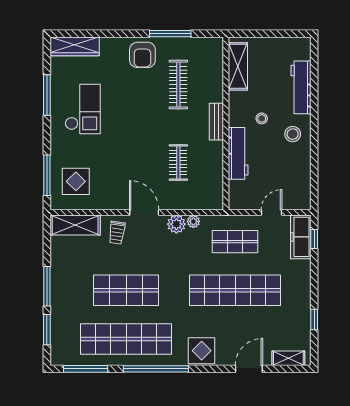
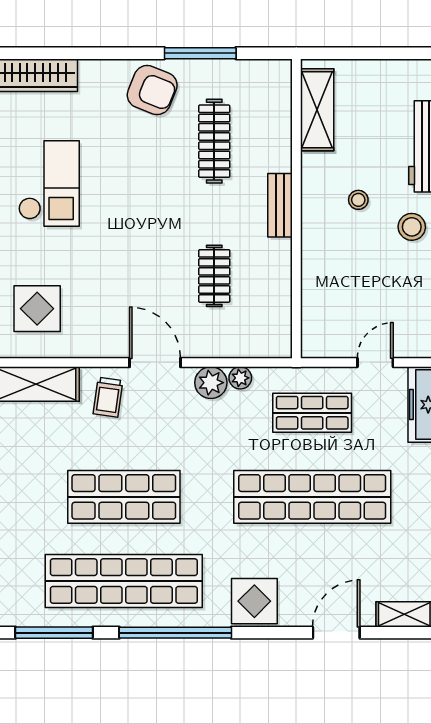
armchair: (142, 55) -> (152, 90), turned -68
workbench: (238, 153) -> (317, 260), removed

